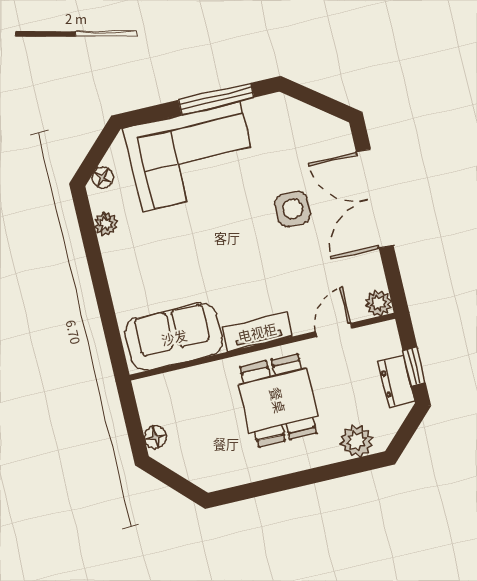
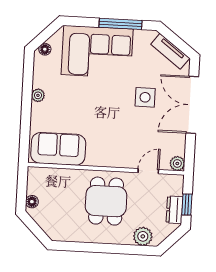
plant: (106, 224) -> (38, 95), moved
tv unit: (257, 332) -> (170, 51), moved, turned -143

